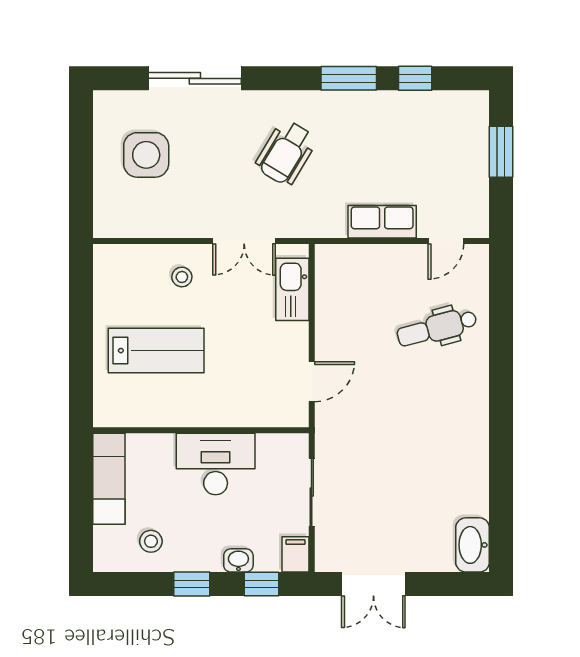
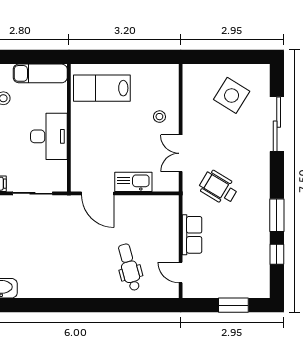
wheelchair: (286, 153) -> (218, 188), moved
side table: (146, 155) -> (232, 95), turned 32
kitchen sink: (292, 289) -> (133, 182), moved
lab bench: (156, 351) -> (102, 88), moved, turned 90
door: (312, 382) -> (98, 193), width x1.38

